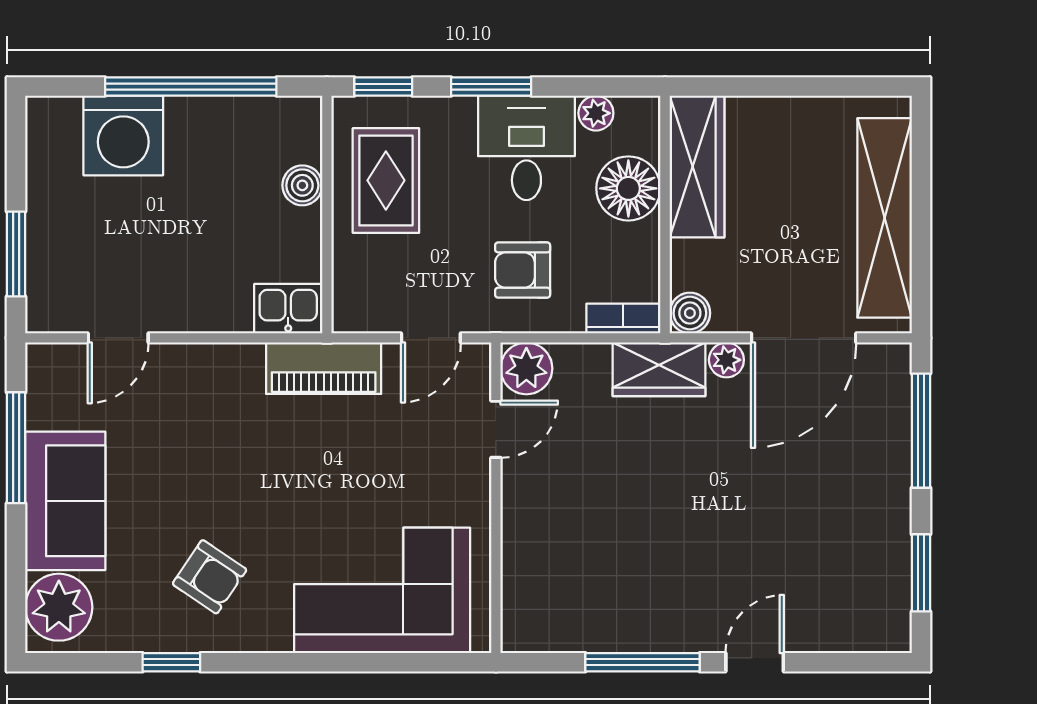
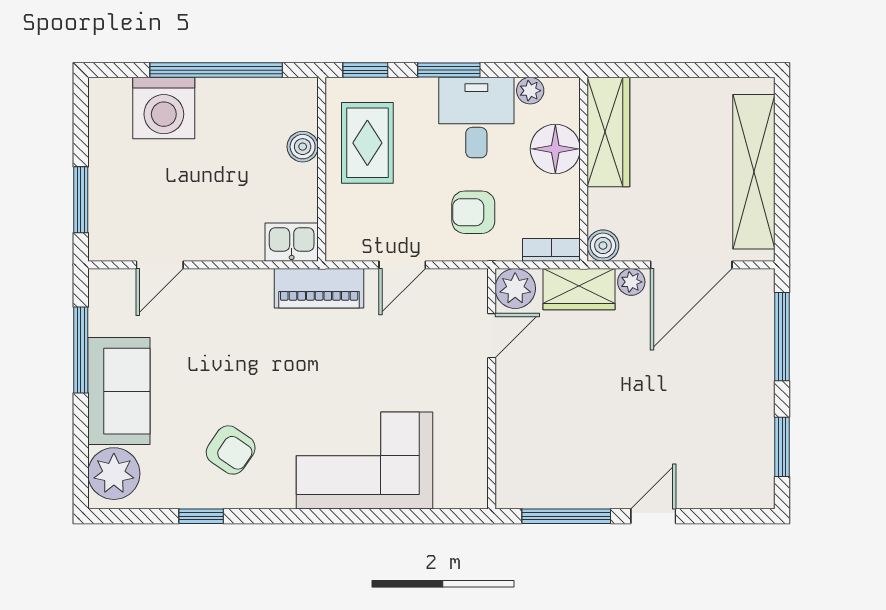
plant: (526, 368) -> (515, 288), moved
door: (496, 429) -> (492, 336), moved
wall: (496, 498) -> (492, 389), moved

